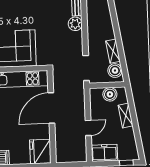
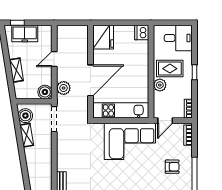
plant: (75, 24) -> (64, 88), moved
boiler: (110, 94) -> (45, 92), moved
freezer: (104, 153) -> (25, 33), moved

